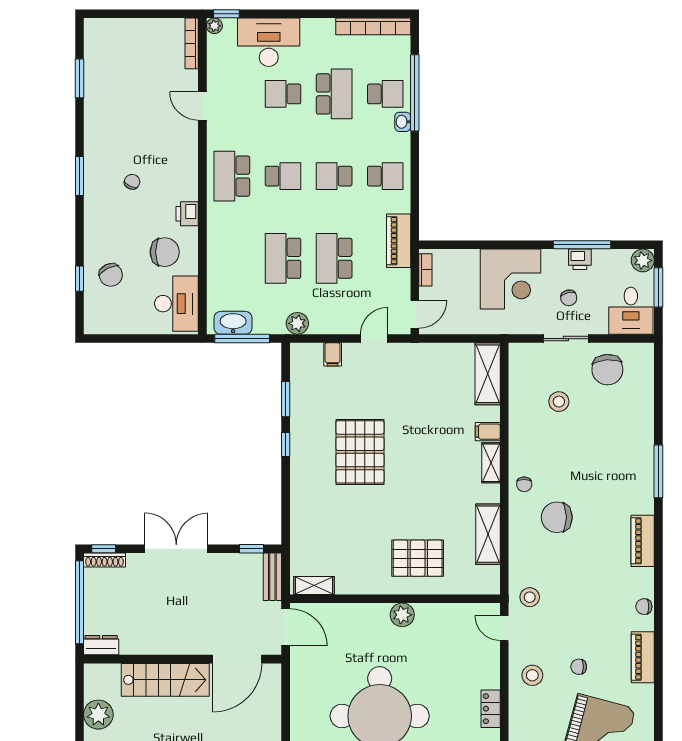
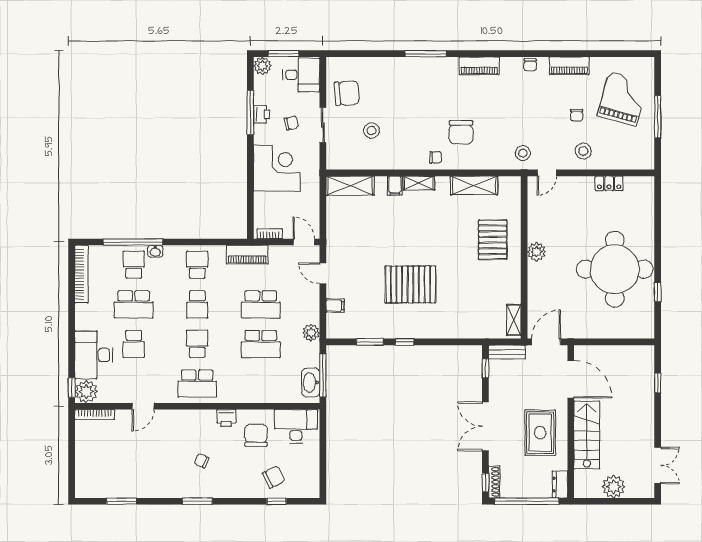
plant: (214, 26) -> (86, 392), width x1.88, depth x1.88
school desk: (334, 94) -> (134, 304), turned 180
rug: (168, 620) -> (540, 433), added

